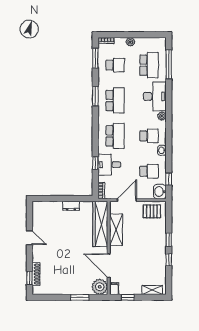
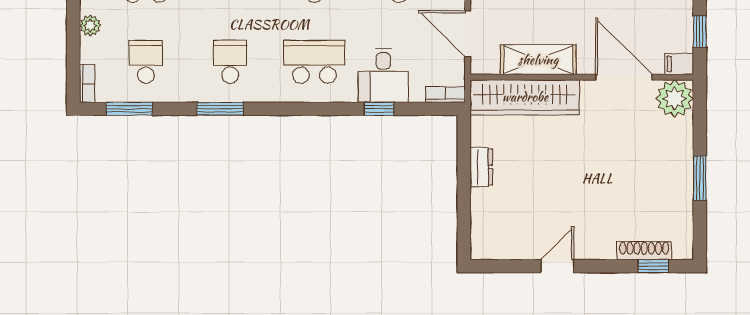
school desk: (115, 100) -> (230, 62), width x0.54
door: (109, 266) -> (624, 77), swing flipped
window: (80, 297) -> (700, 178), moved

